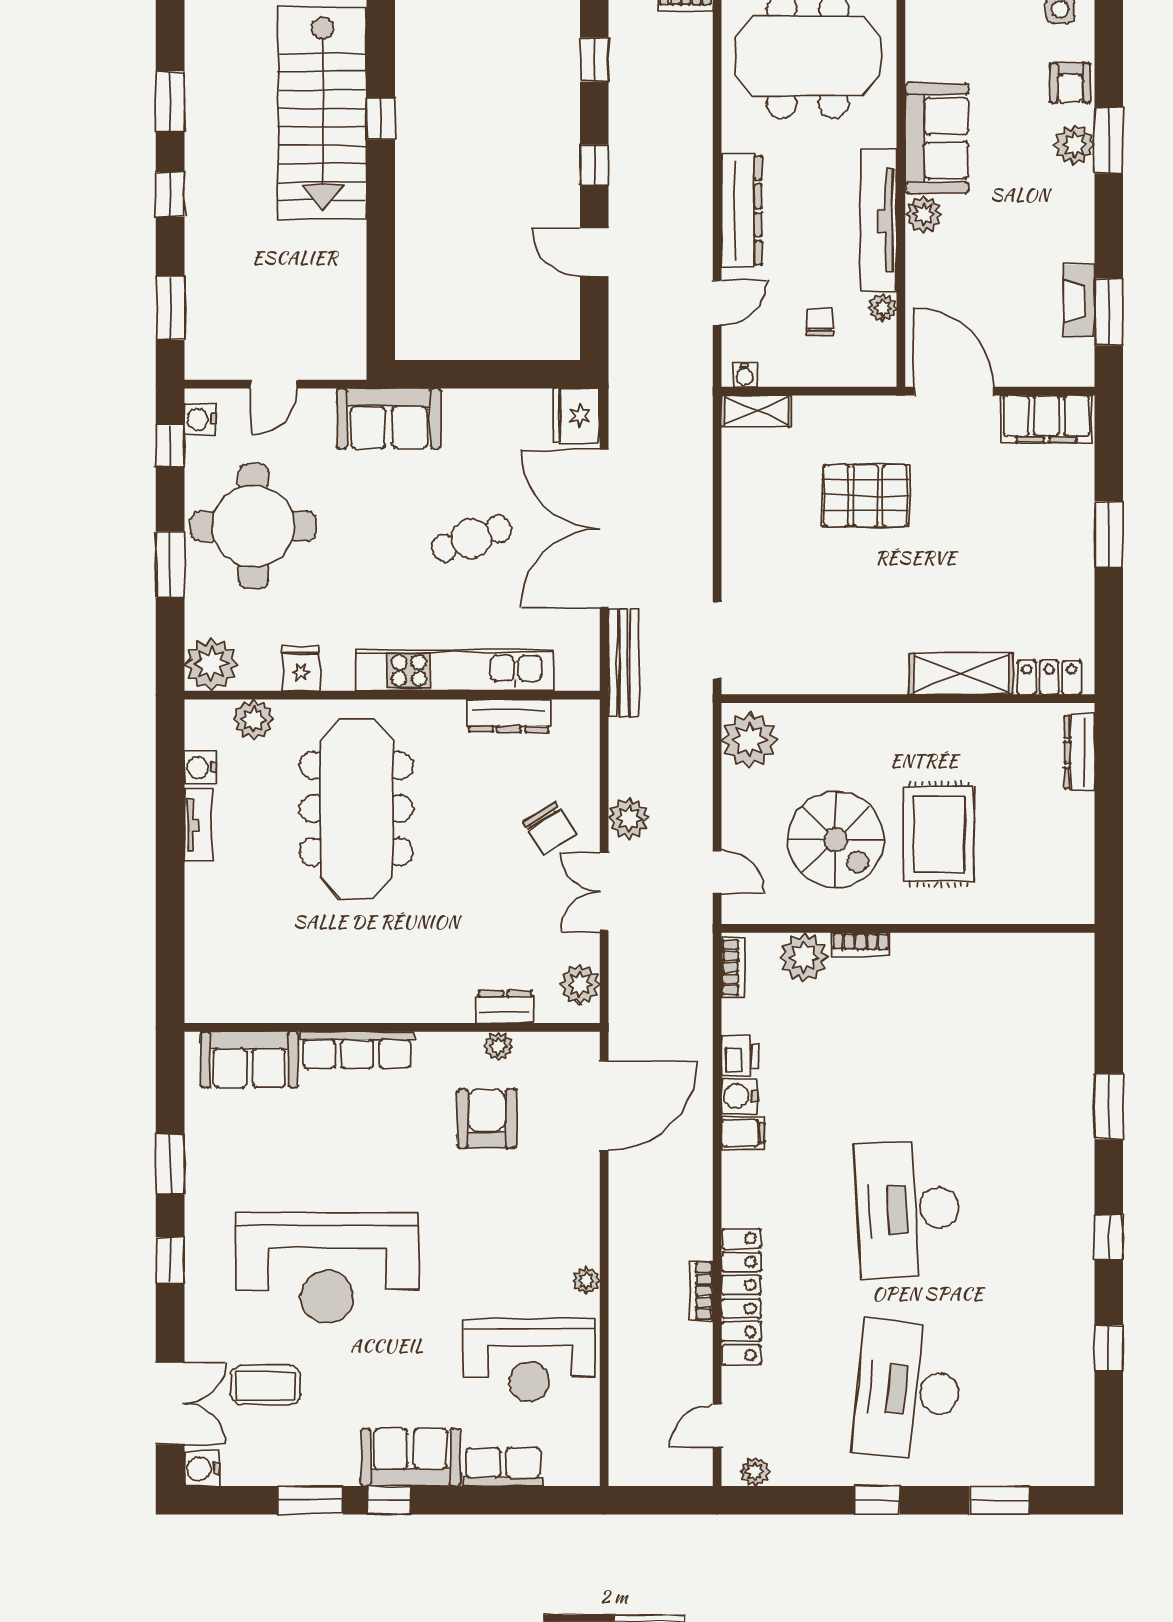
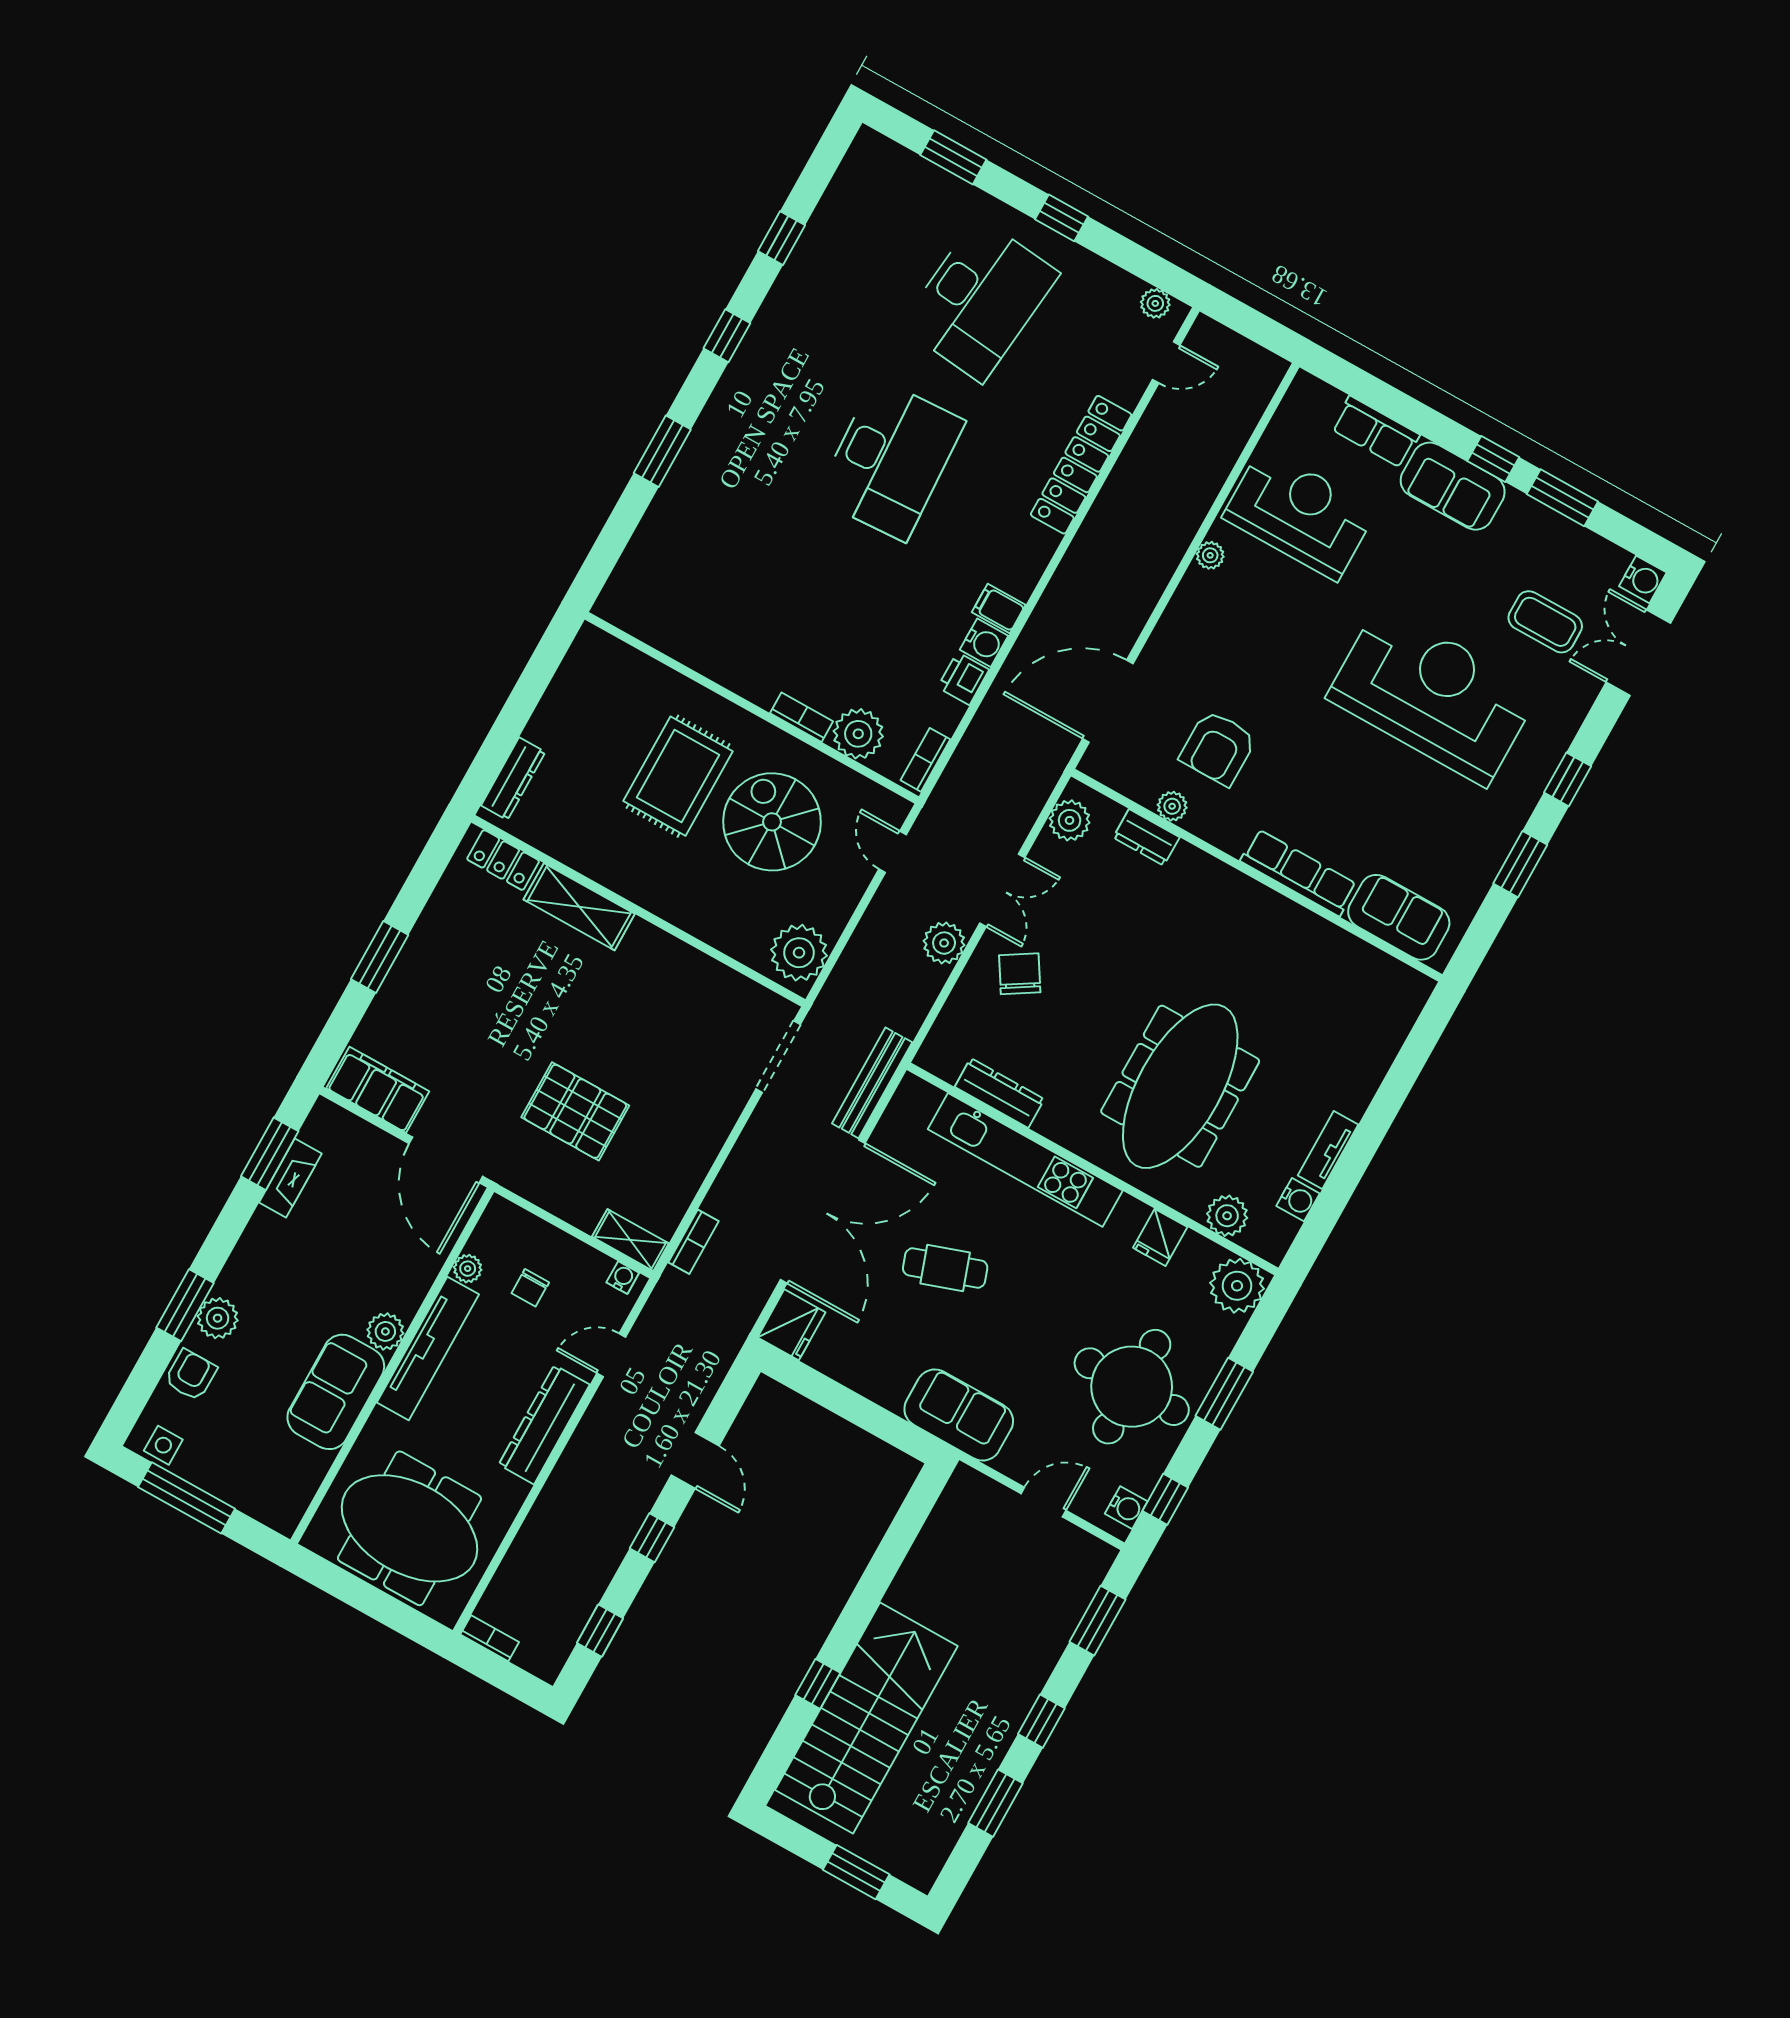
bookcase: (701, 1291) -> (693, 1242), moved

